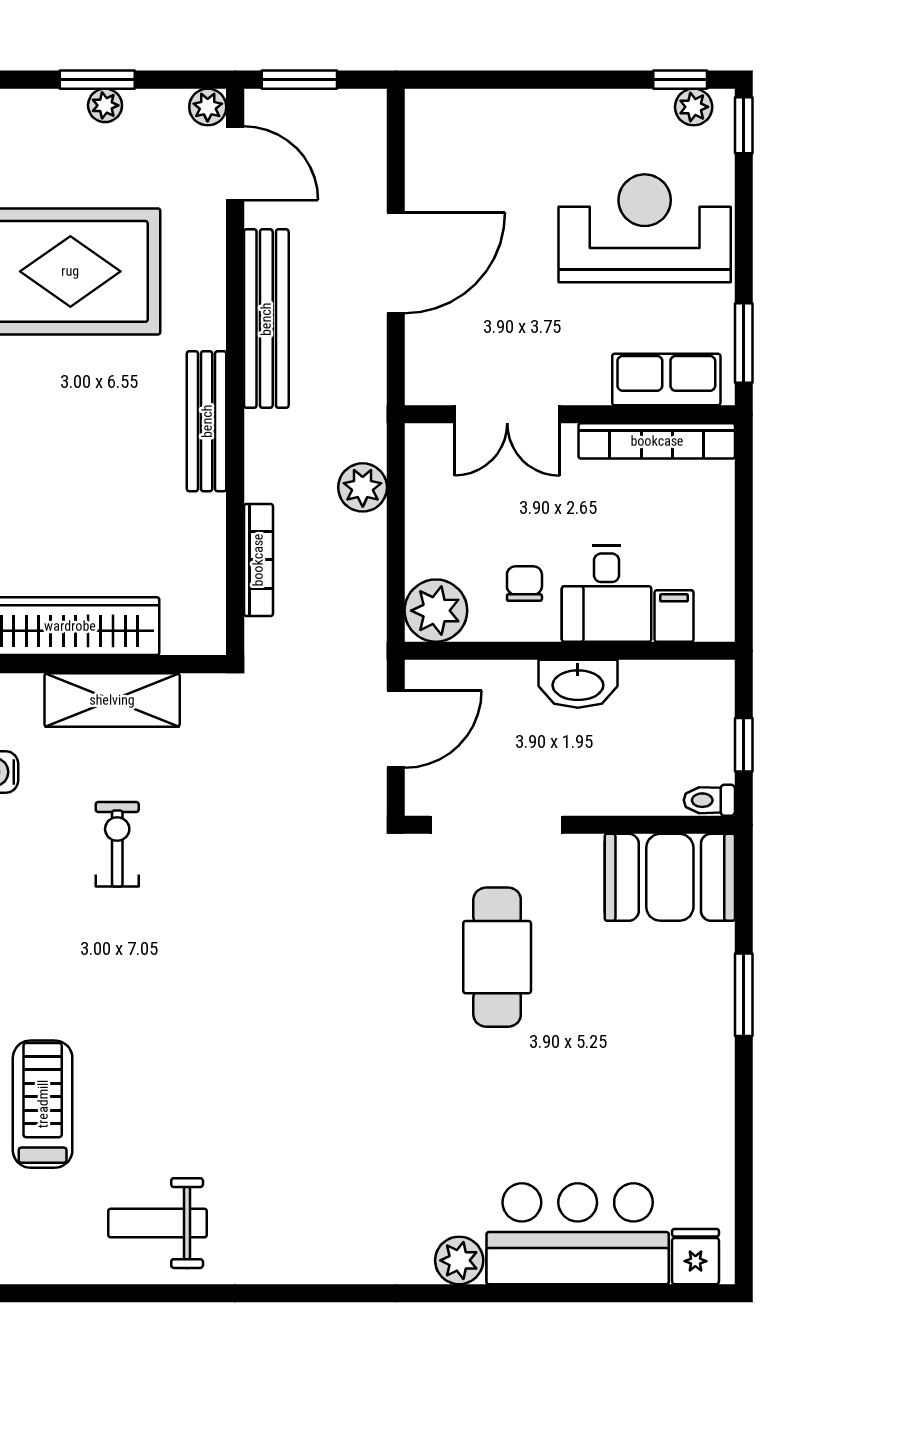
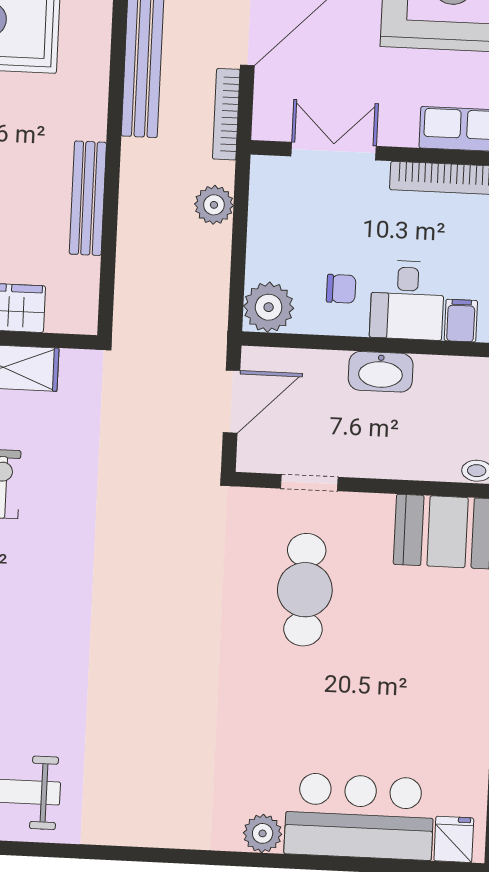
double door: (507, 414) -> (334, 151), swing flipped
bench: (207, 421) -> (88, 198), moved
bookcase: (258, 560) -> (226, 114), moved, turned 180
chair: (524, 584) -> (341, 289), turned 90
doorway: (496, 825) -> (309, 483), width x0.53

